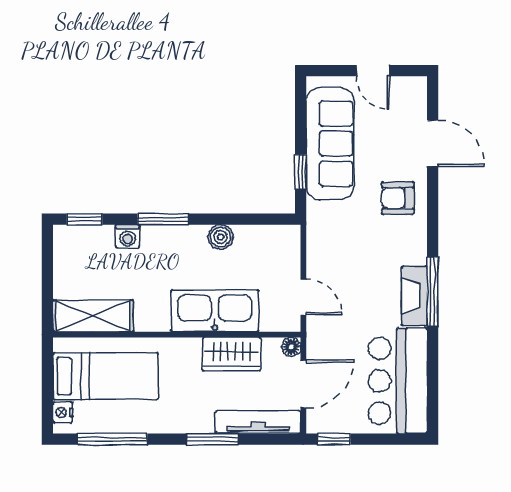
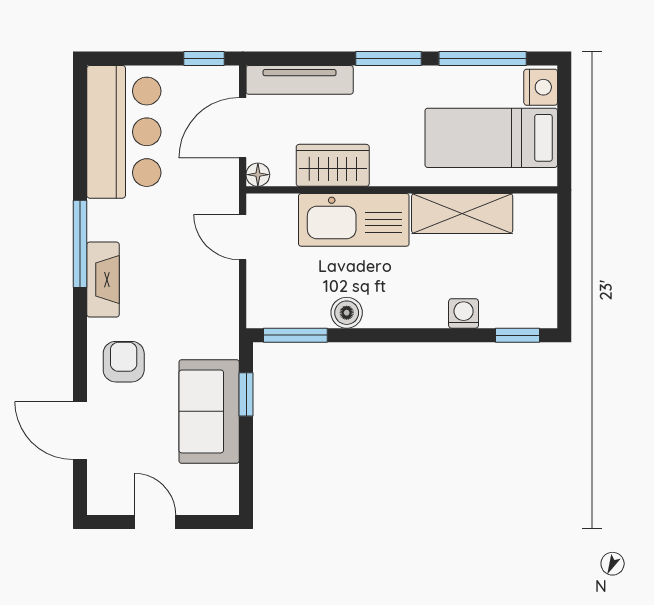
sofa: (330, 144) -> (209, 411), width x0.73
armchair: (398, 198) -> (124, 362), turned -90
window: (163, 219) -> (295, 335), moved
fireplace: (414, 296) -> (103, 280), moved
shelving: (93, 316) -> (462, 214), moved
nightstand: (63, 412) -> (541, 87), width x1.39, depth x1.35
window: (213, 439) -> (388, 58), moved

